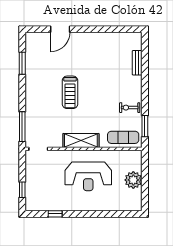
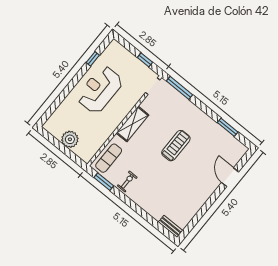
bench: (137, 63) -> (171, 226), moved
treadmill: (70, 92) -> (176, 146), turned 90
reception desk: (88, 176) -> (100, 90), moved
window: (22, 190) -> (145, 60), moved

